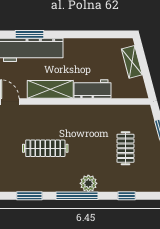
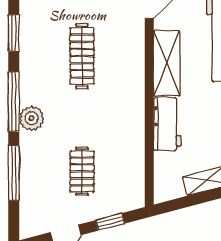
clothes rail: (125, 148) -> (82, 171), turned 90
window: (127, 196) -> (14, 173), width x2.17

